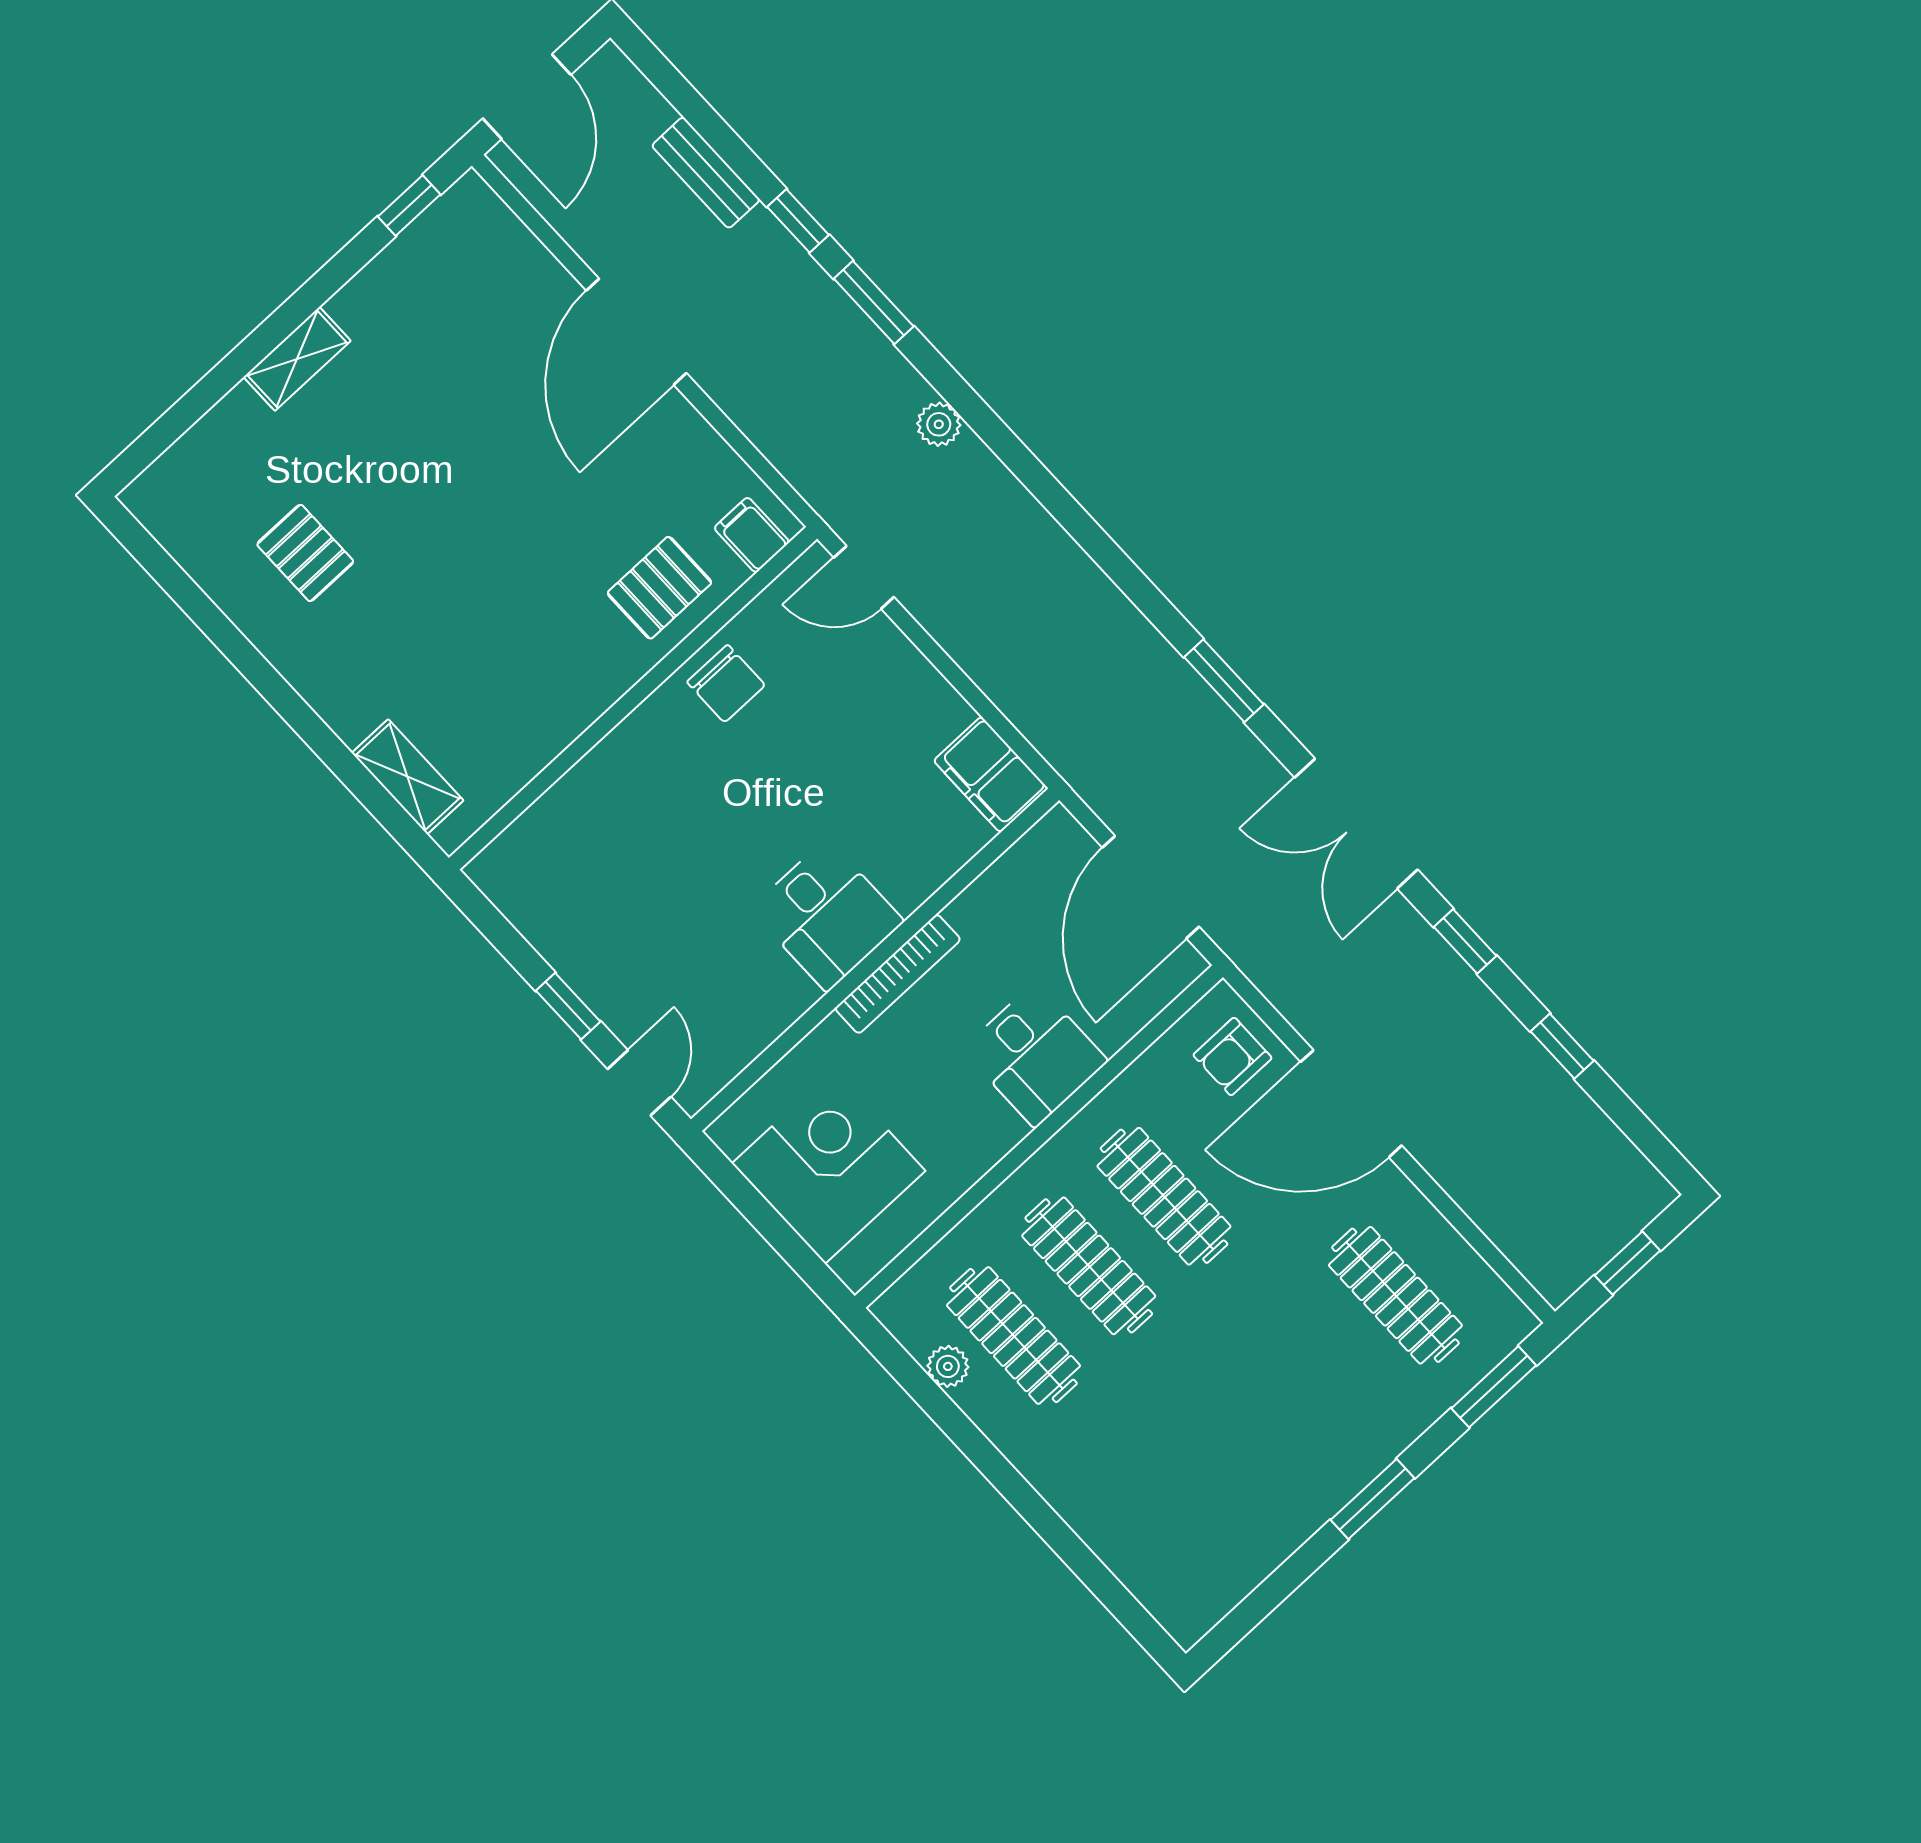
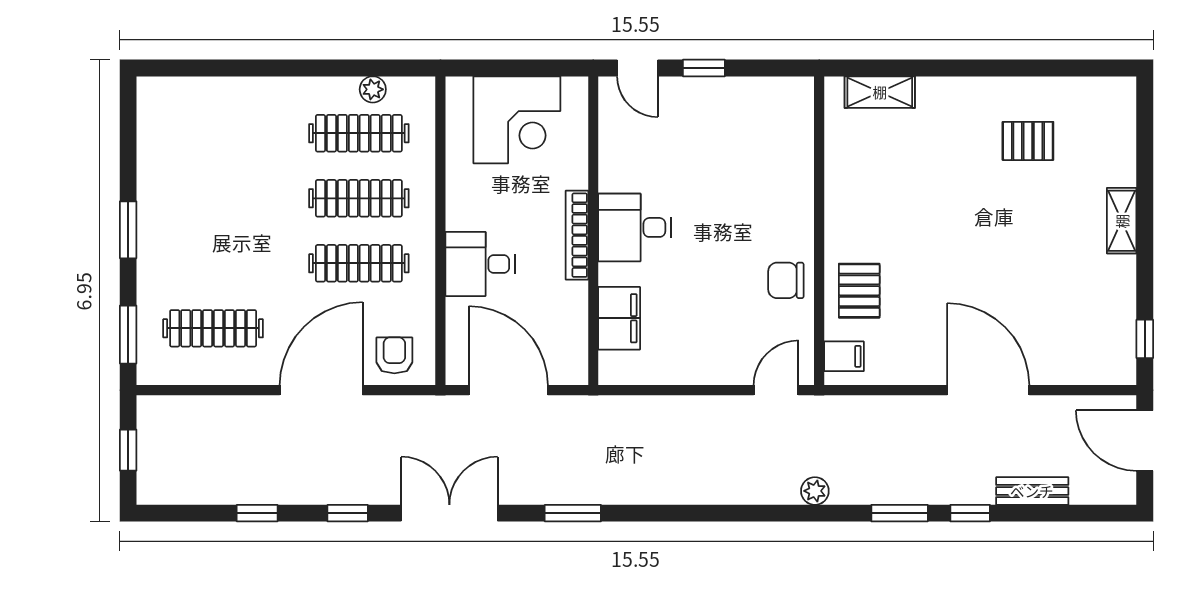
filing cabinet: (991, 774) -> (619, 318), moved, turned 90

